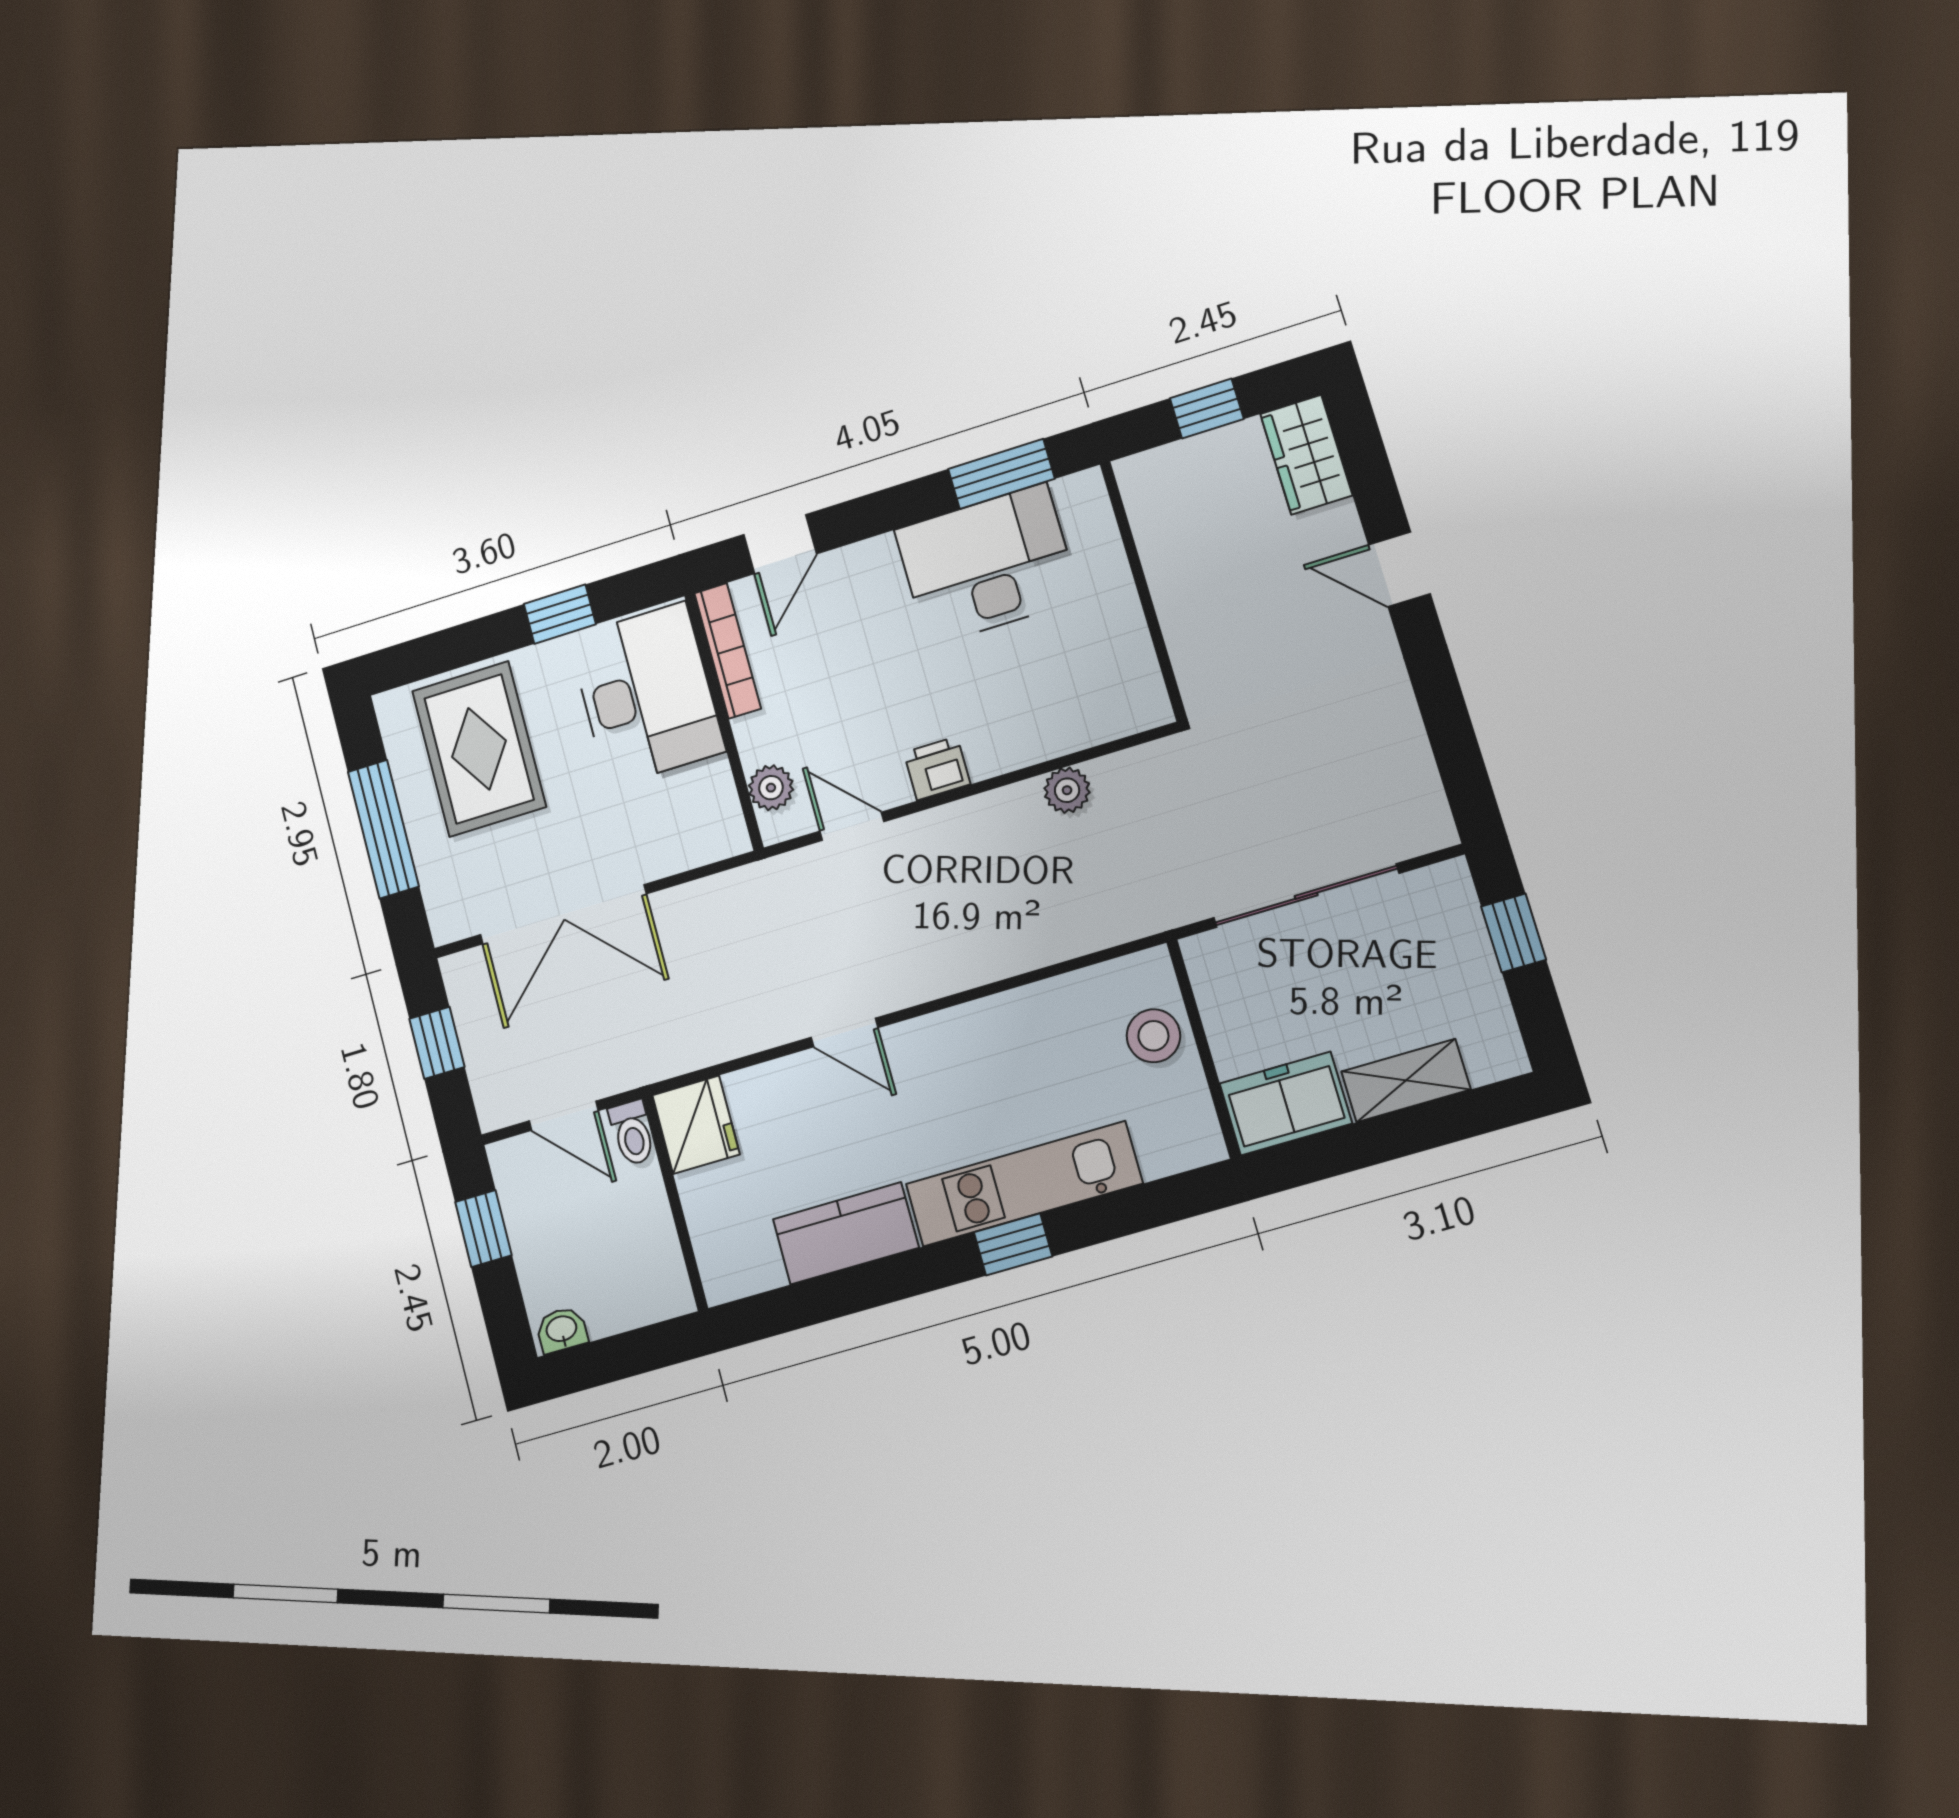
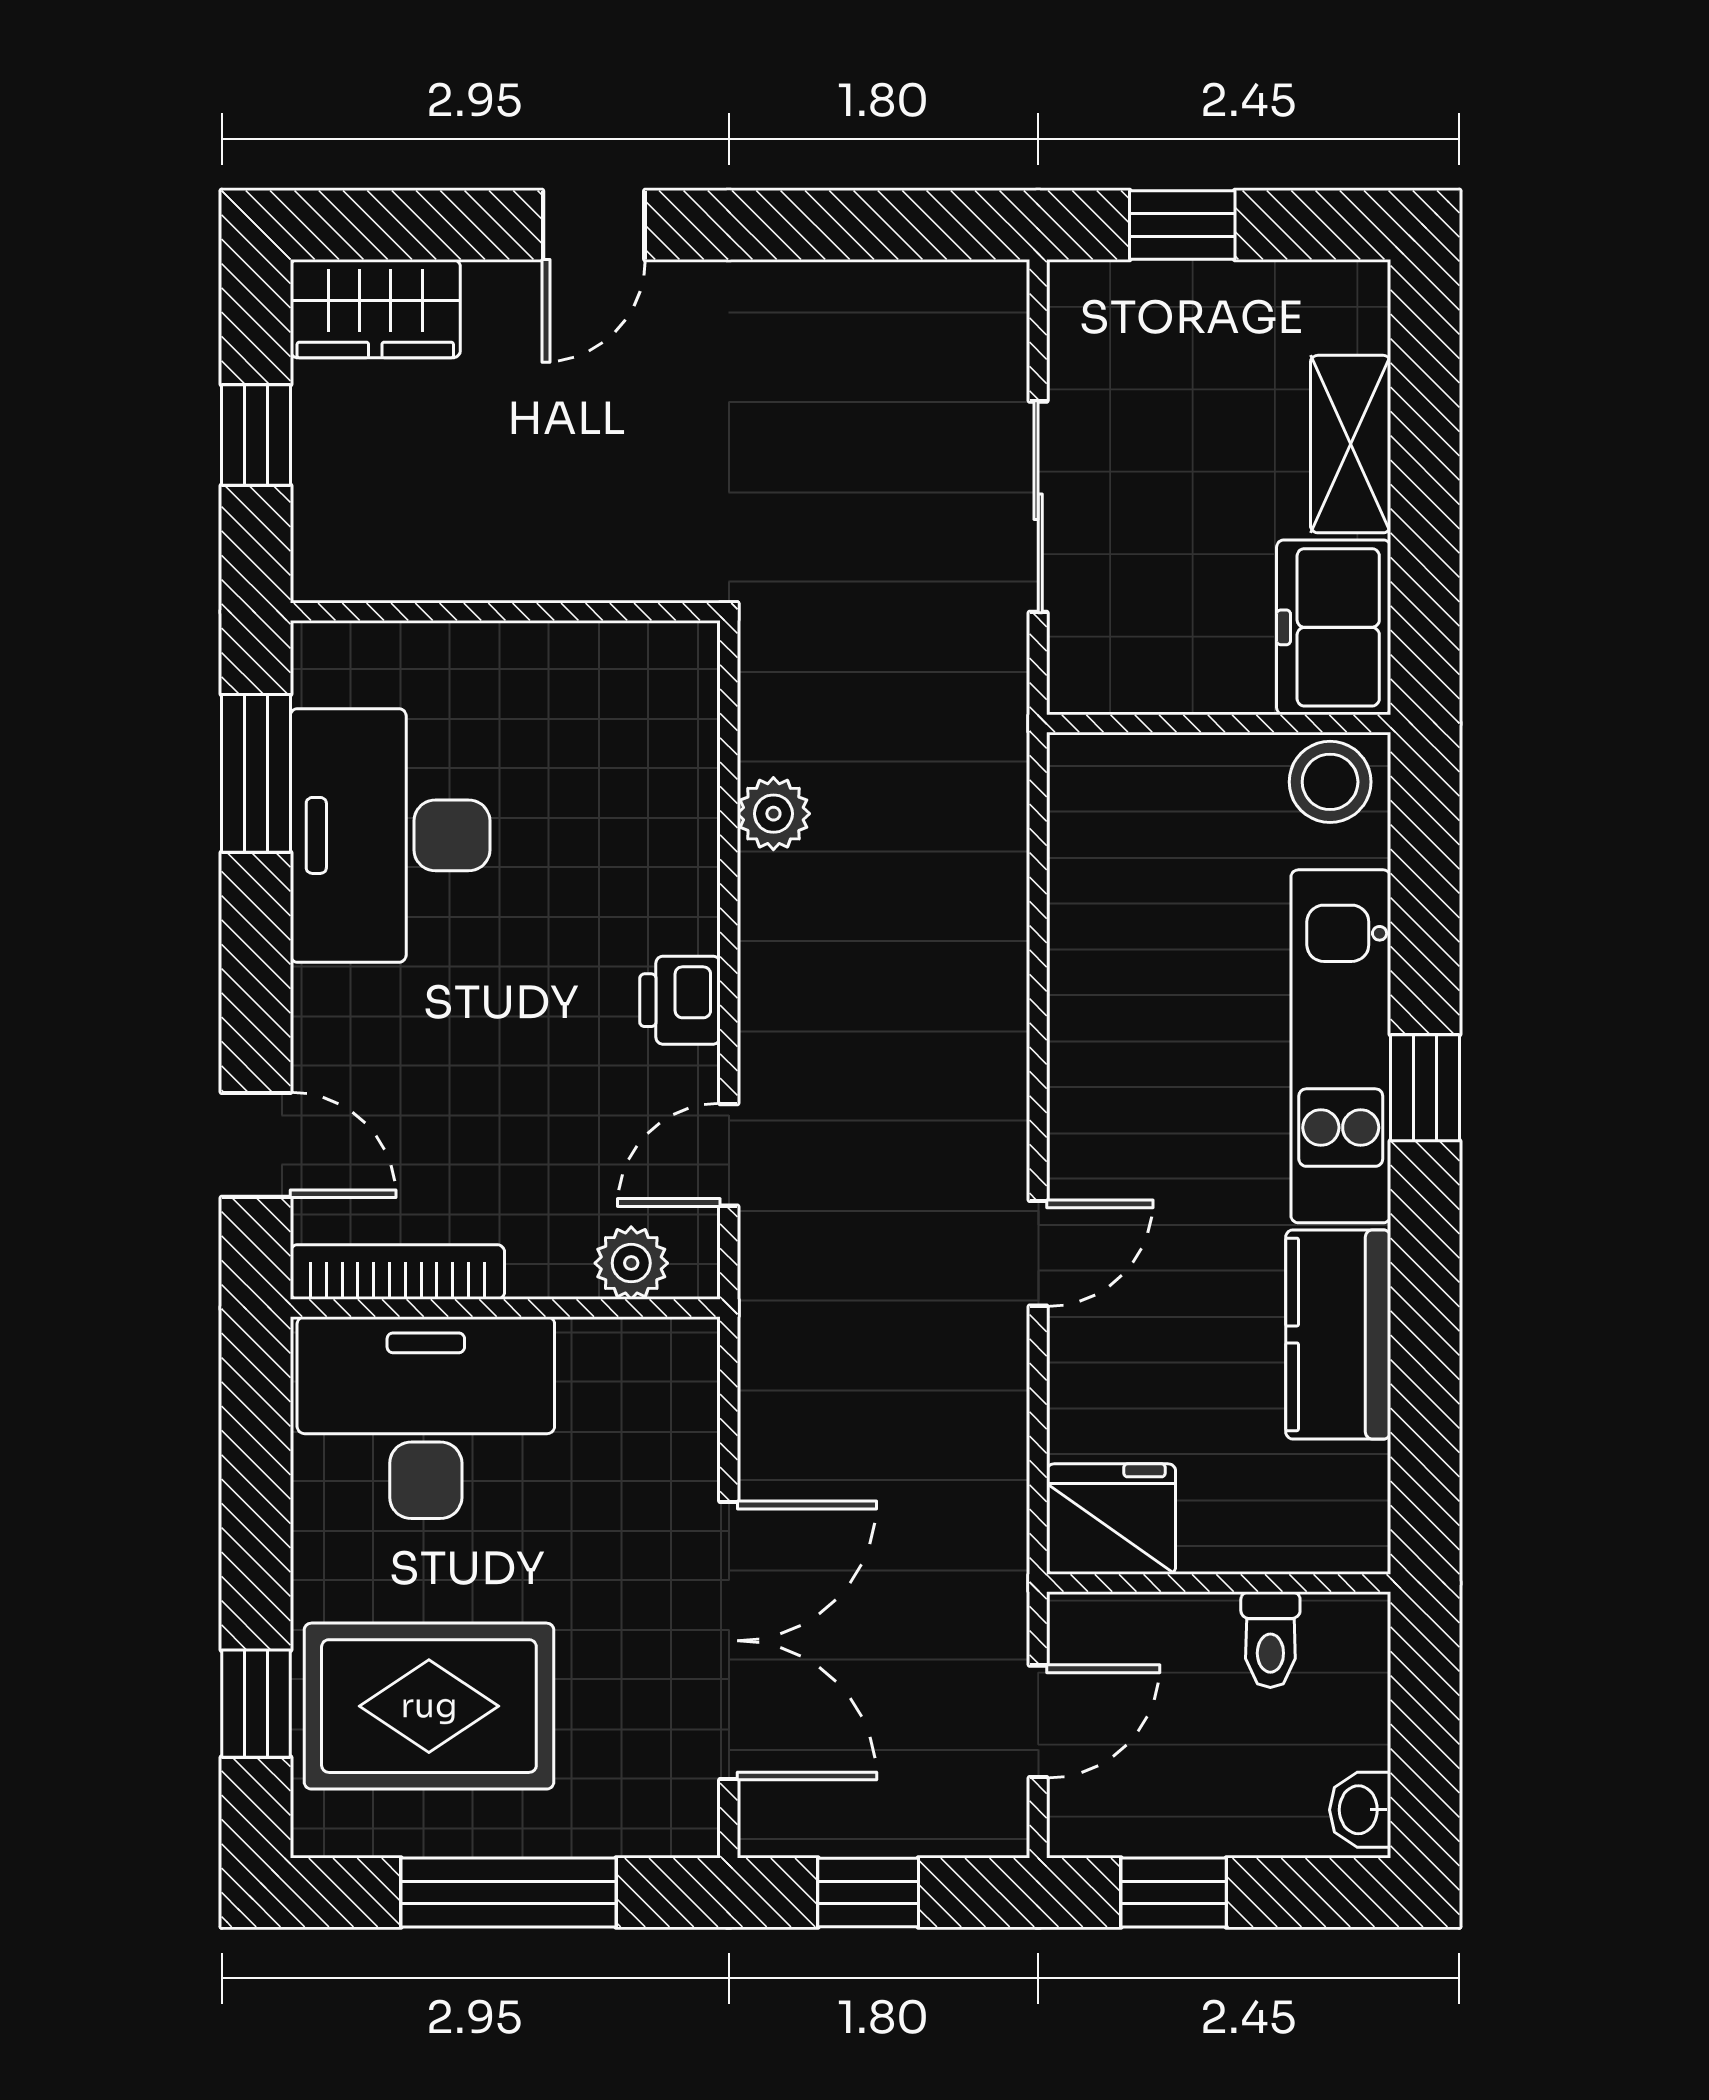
window: (560, 614) -> (256, 1704), moved
sliding door: (1306, 896) -> (1038, 507), width x0.73
stool: (1153, 1036) -> (1330, 782), moved
toilet: (632, 1133) -> (1270, 1640), moved, turned 90

